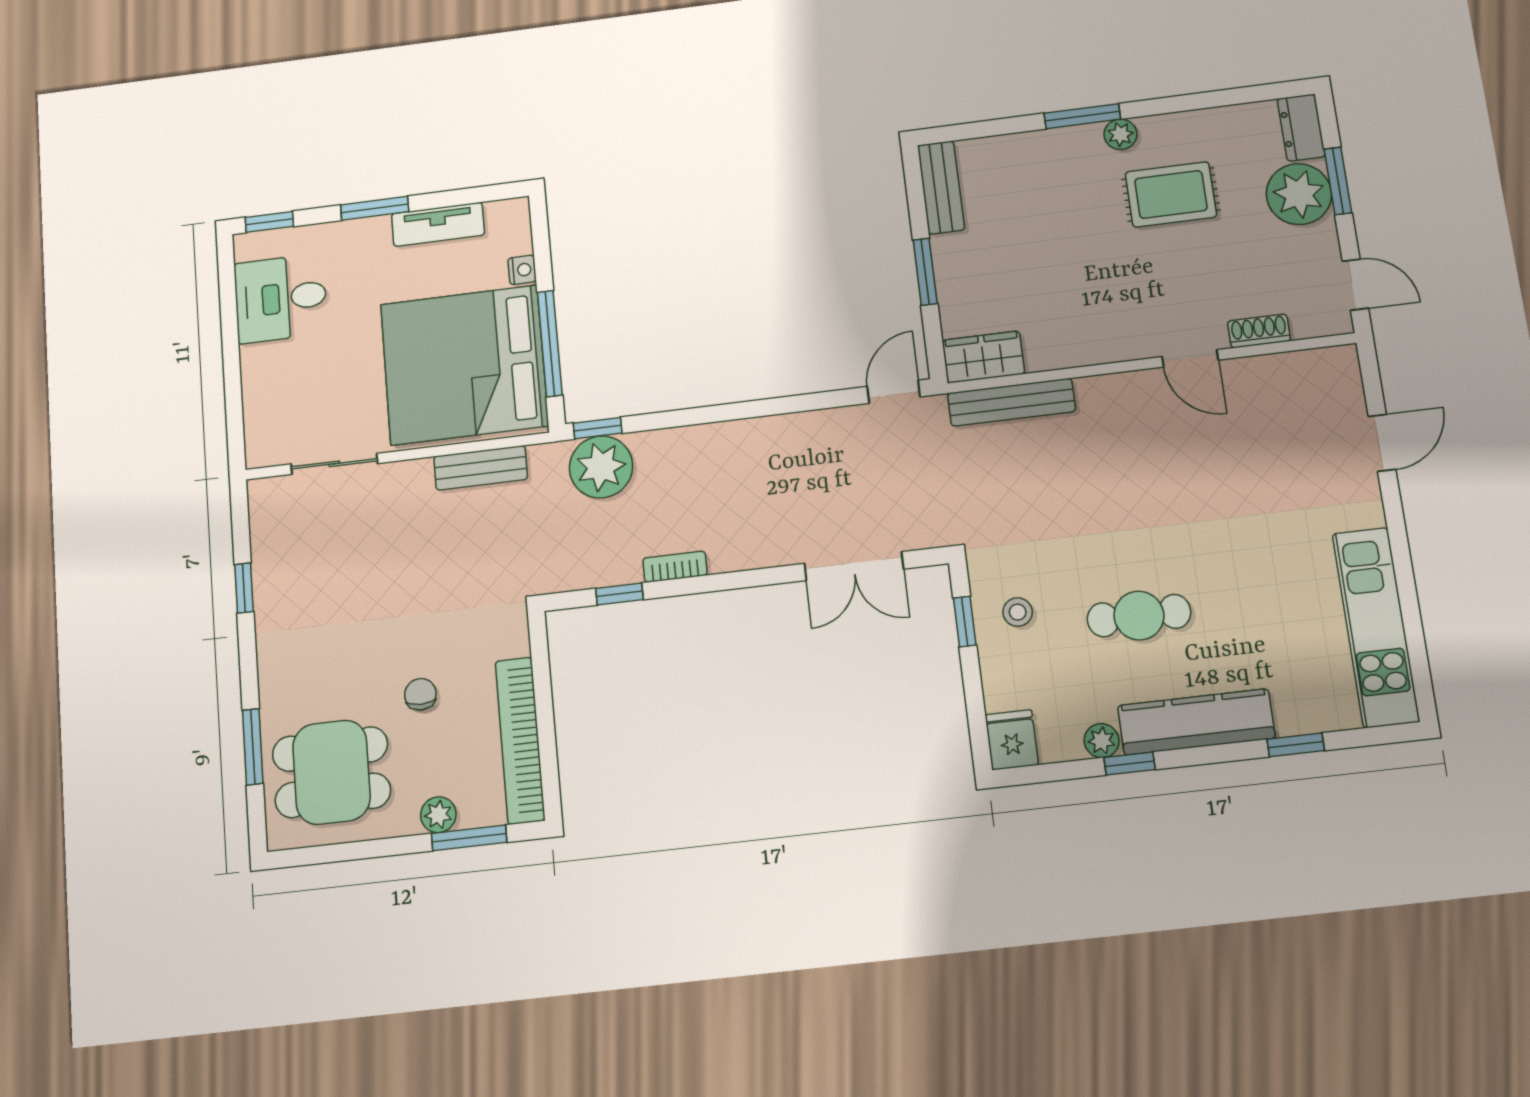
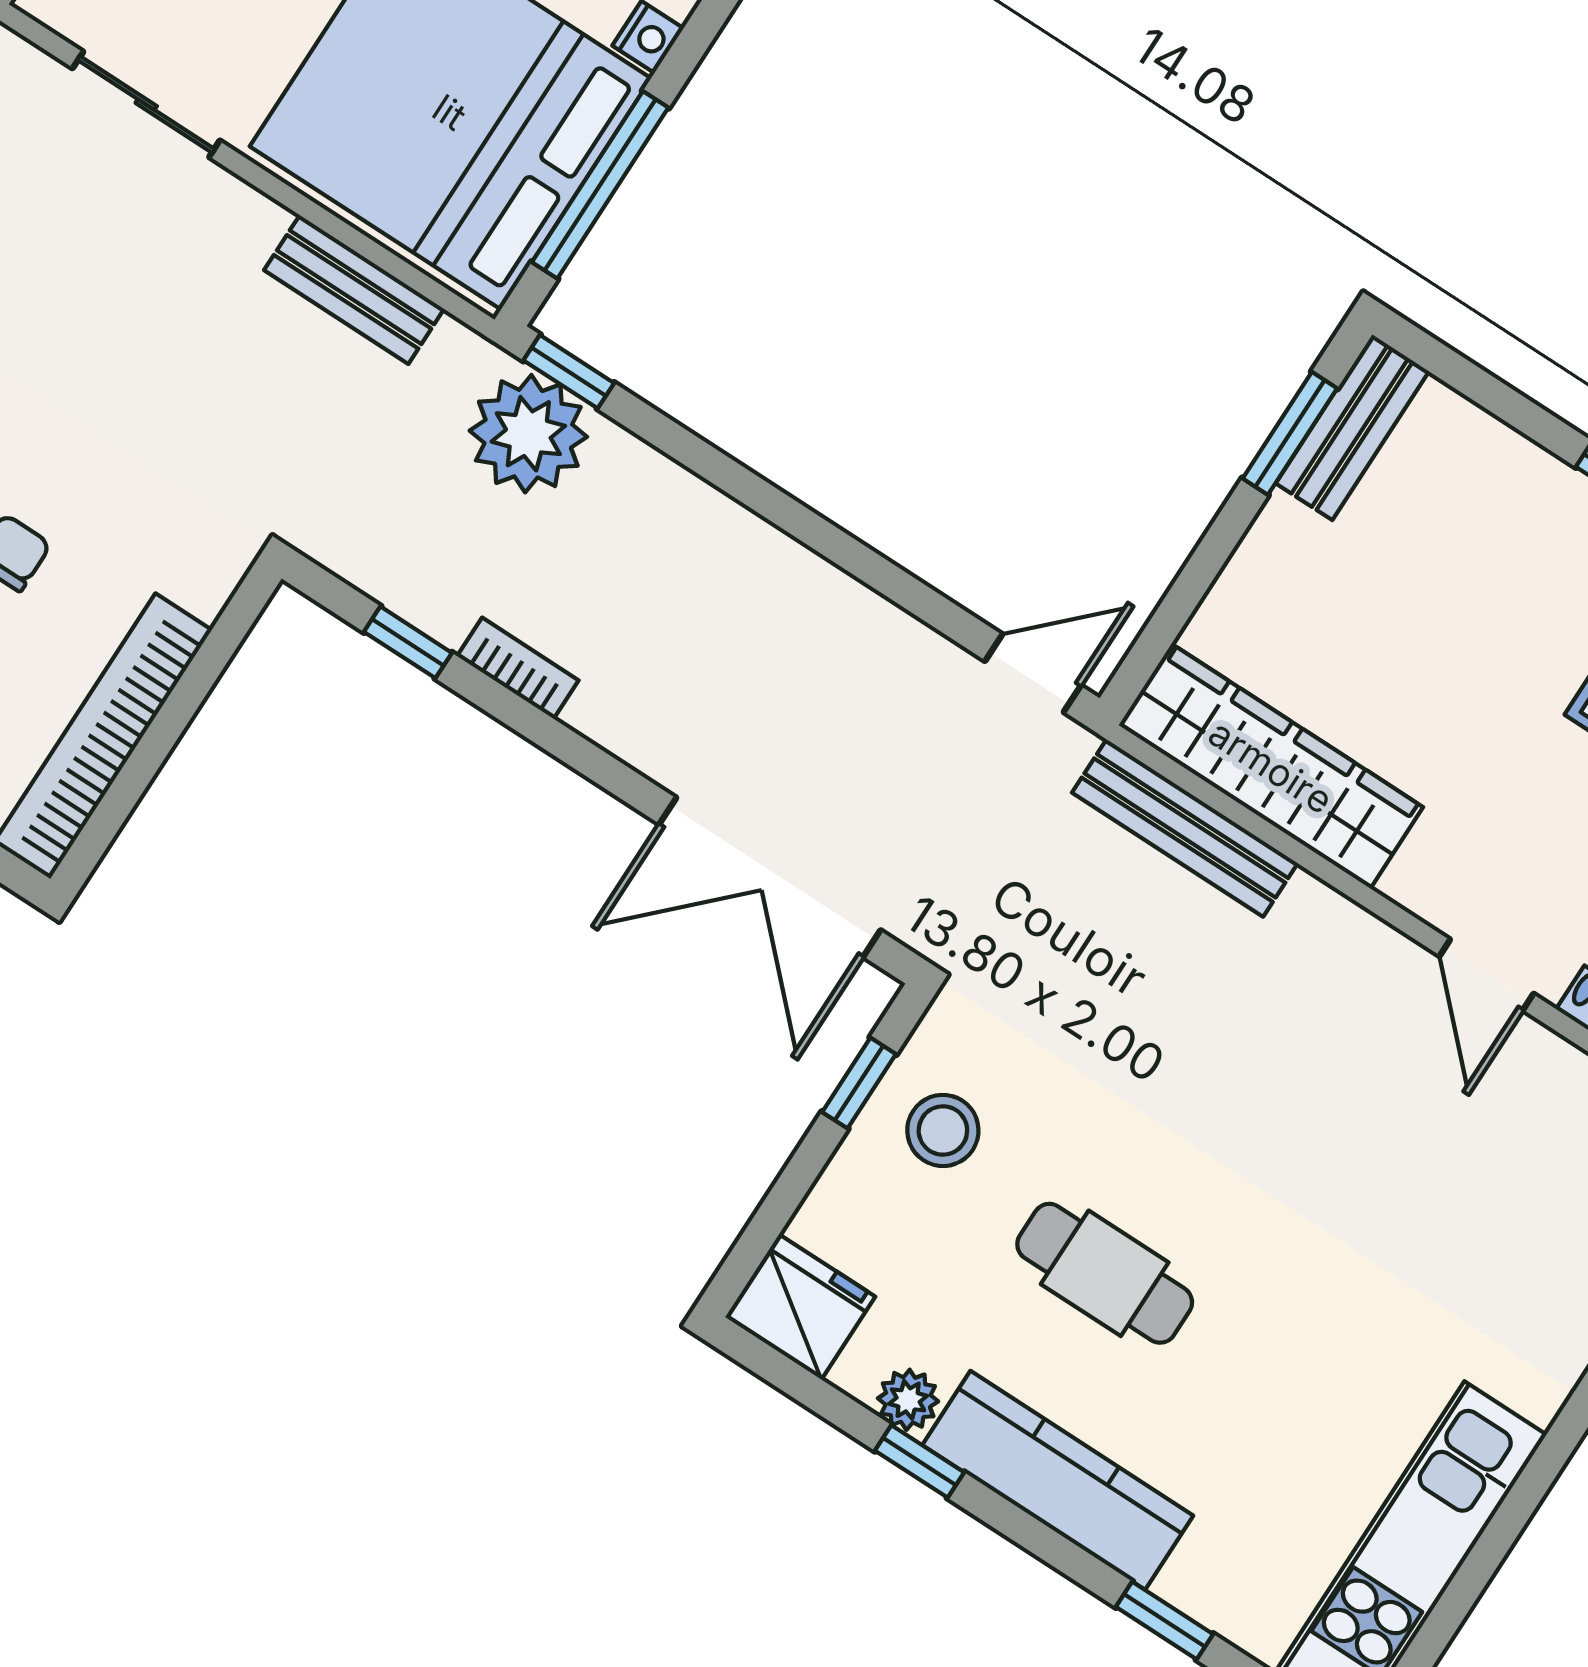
window: (925, 272) -> (1290, 433), moved
wardrobe: (983, 357) -> (1271, 766), width x2.10, depth x1.17
double door: (854, 566) -> (770, 877), width x1.37
stool: (1018, 612) -> (943, 1130), width x1.37, depth x1.37
fridge: (1012, 740) -> (800, 1307), width x1.38

